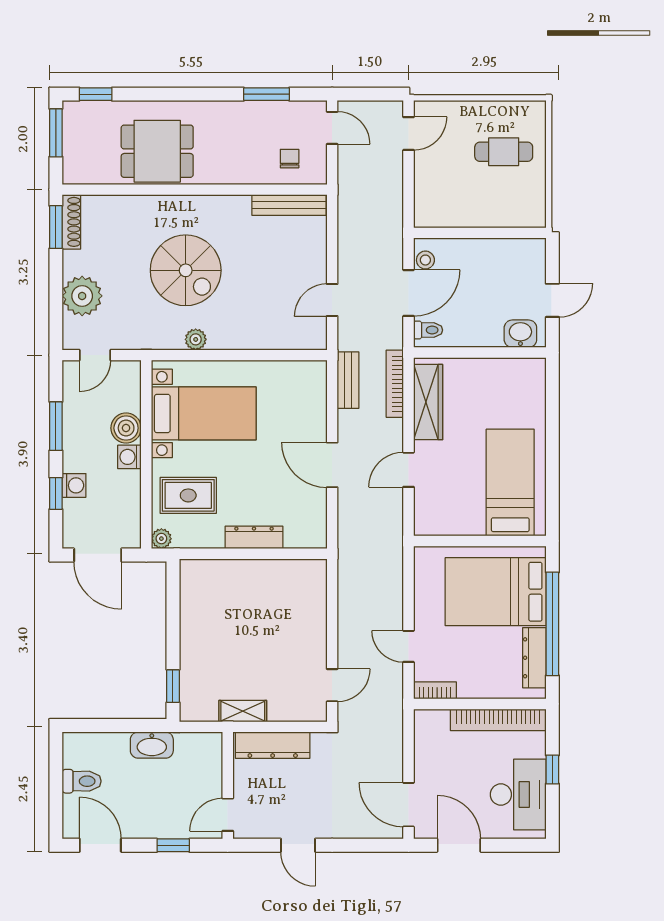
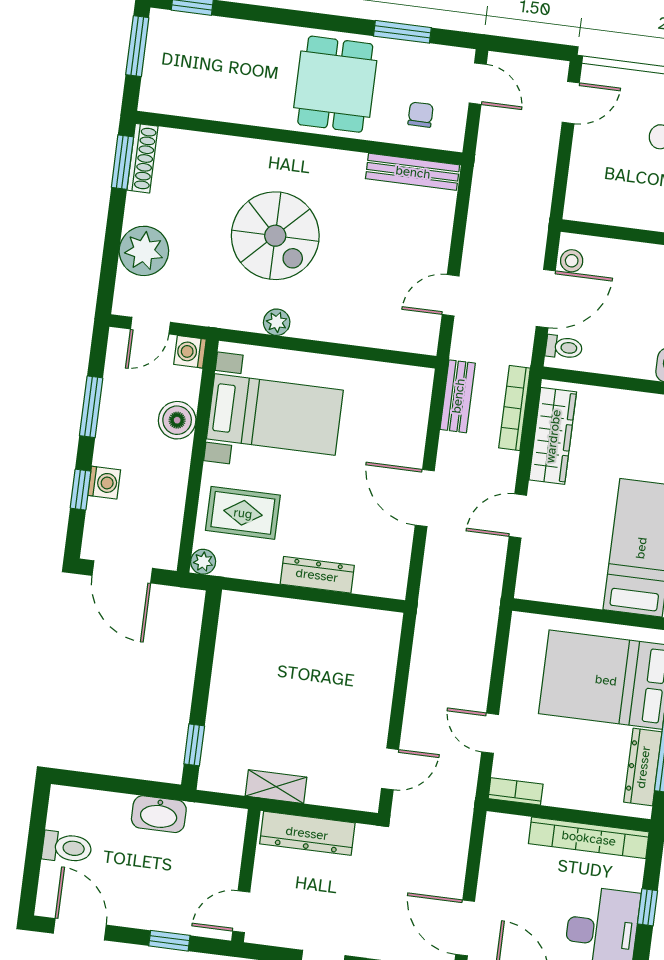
dining table: (157, 151) -> (335, 84), moved, turned 90
washing machine: (129, 457) -> (190, 352), moved

